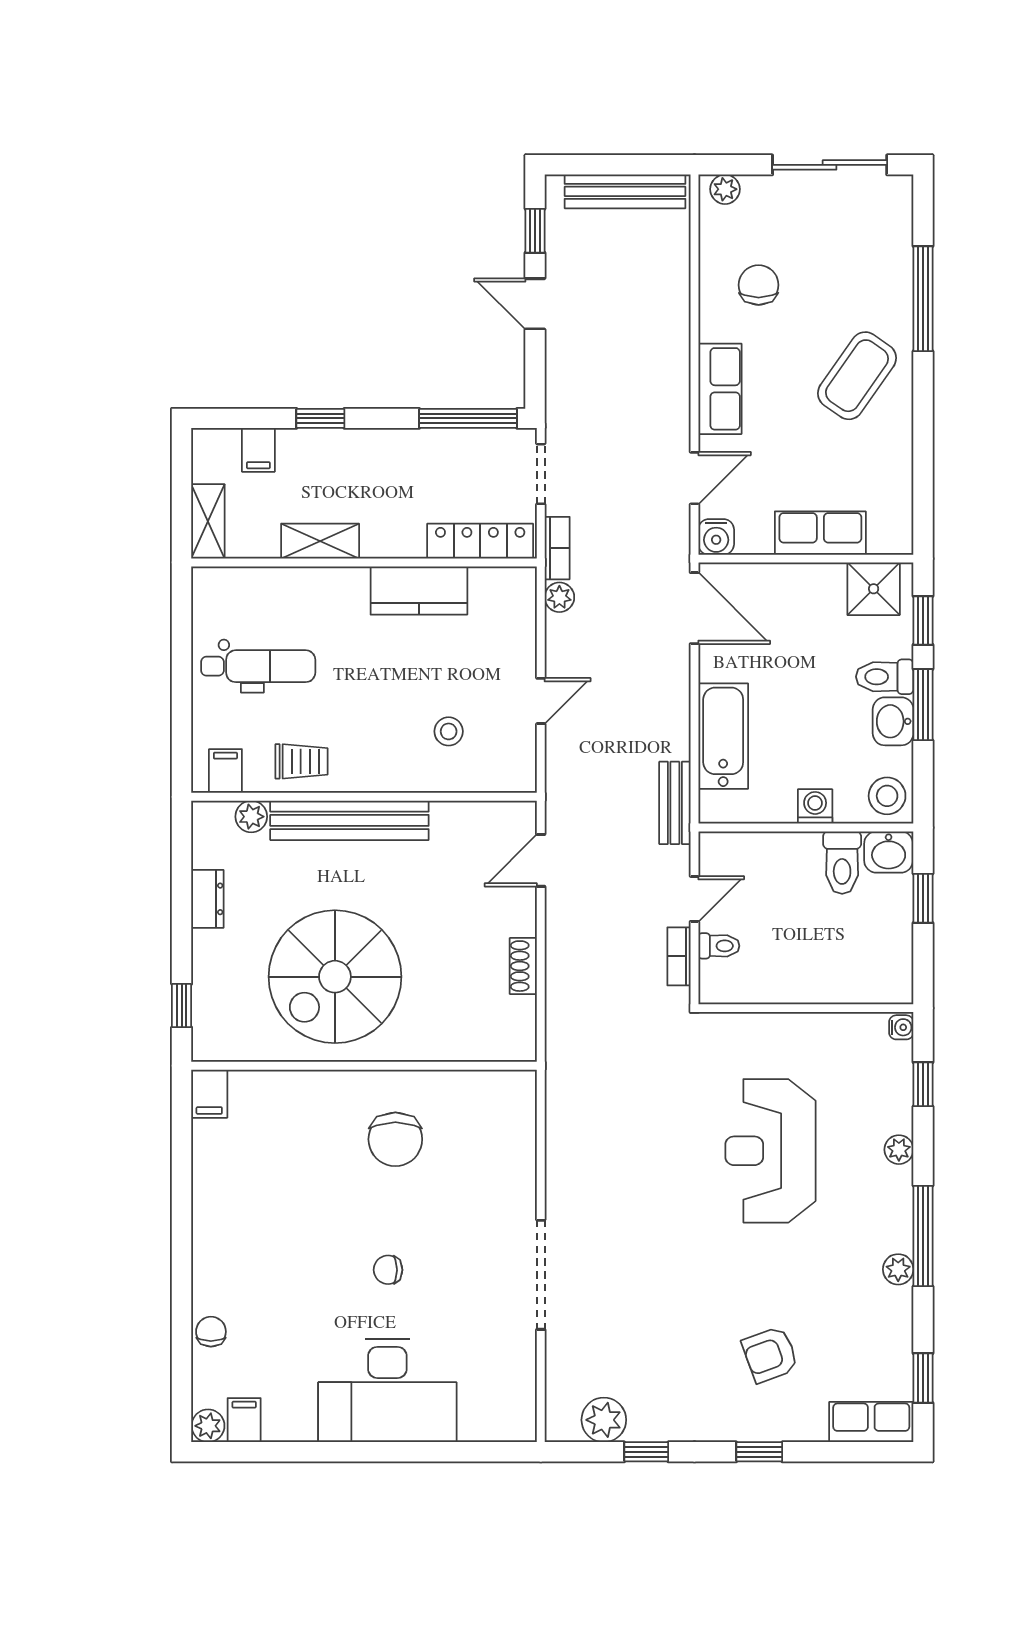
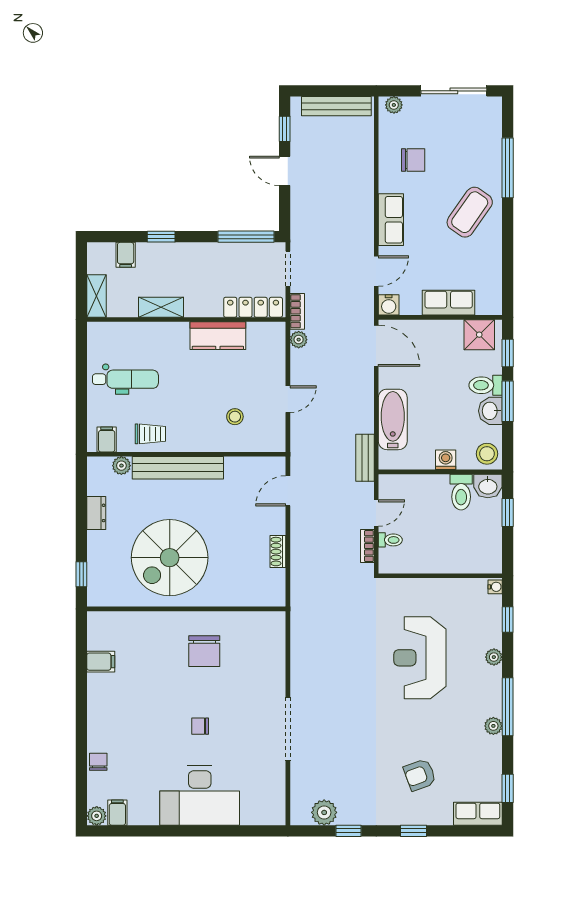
chair: (759, 285) -> (413, 160), turned 90
filing cabinet: (209, 1094) -> (101, 662), moved, turned -90

